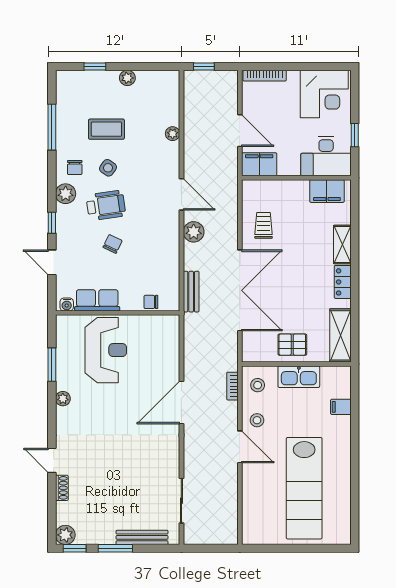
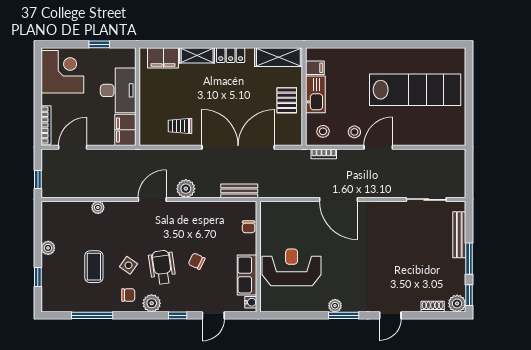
door: (240, 131) -> (73, 147), moved
desk: (326, 156) -> (118, 90), moved
filing cabinet: (327, 191) -> (163, 58), moved, turned 90
window: (52, 365) -> (344, 315), moved
filing cabinet: (341, 407) -> (315, 68), moved, turned -90
shoe rack: (62, 488) -> (433, 307), moved

